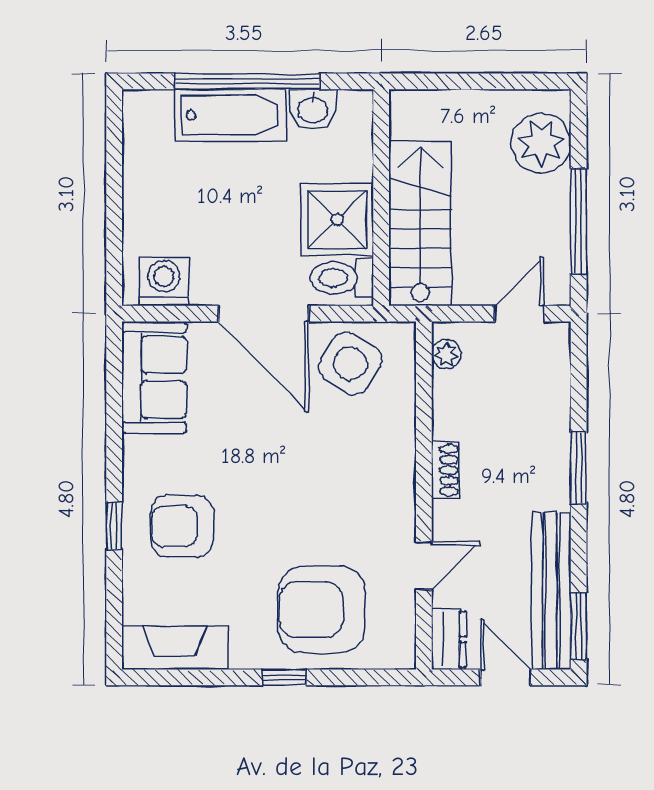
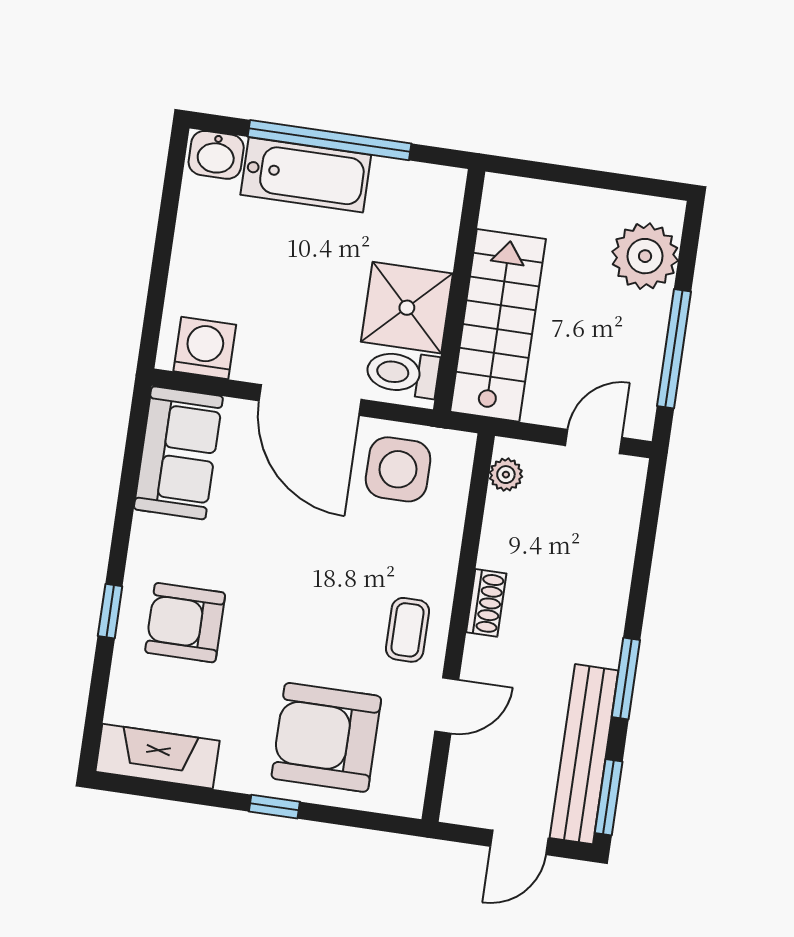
washbasin: (313, 109) -> (216, 155), moved
side table: (350, 363) -> (398, 469), turned -32
window: (579, 468) -> (626, 679), moved
coffee table: (379, 504) -> (407, 630), added
dresser: (449, 639) -> (462, 791), removed
door: (505, 677) -> (519, 842), swing flipped

